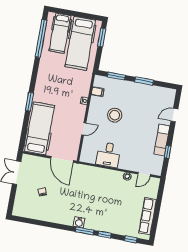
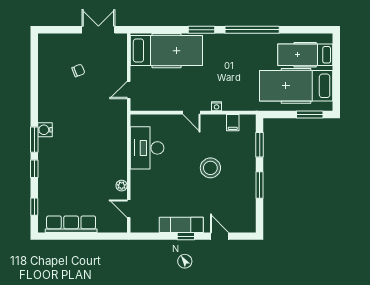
window: (41, 38) -> (252, 30), moved
stool: (115, 115) -> (210, 168), moved
door: (84, 129) -> (192, 113), moved
window: (168, 152) -> (186, 236), moved
desk: (108, 155) -> (147, 148), width x1.37
door: (62, 159) -> (129, 90), width x0.53

